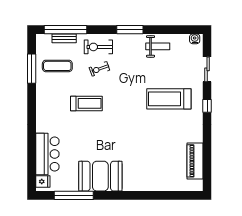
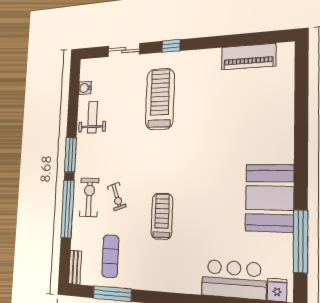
window: (66, 30) -> (67, 209), moved
bench: (64, 38) -> (75, 267), moved
water cooler: (195, 39) -> (85, 88), moved
exercise bike: (98, 47) -> (89, 197), turned 180
treadmill: (169, 99) -> (160, 99), turned 180

